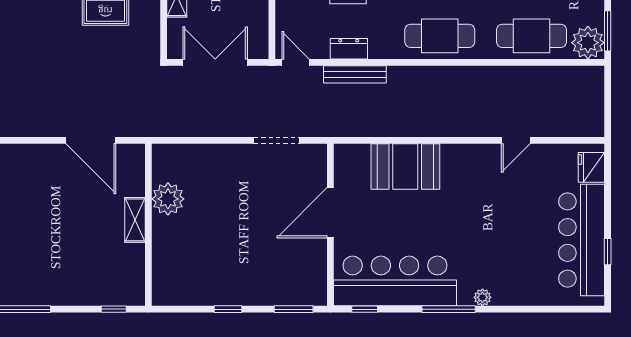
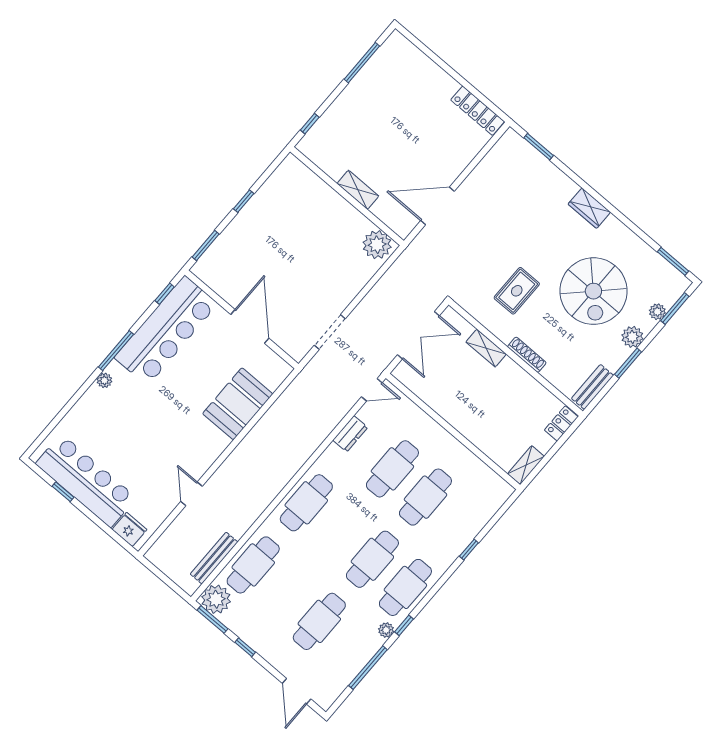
bench: (355, 74) -> (214, 558), moved
plant: (168, 199) -> (377, 245), moved

